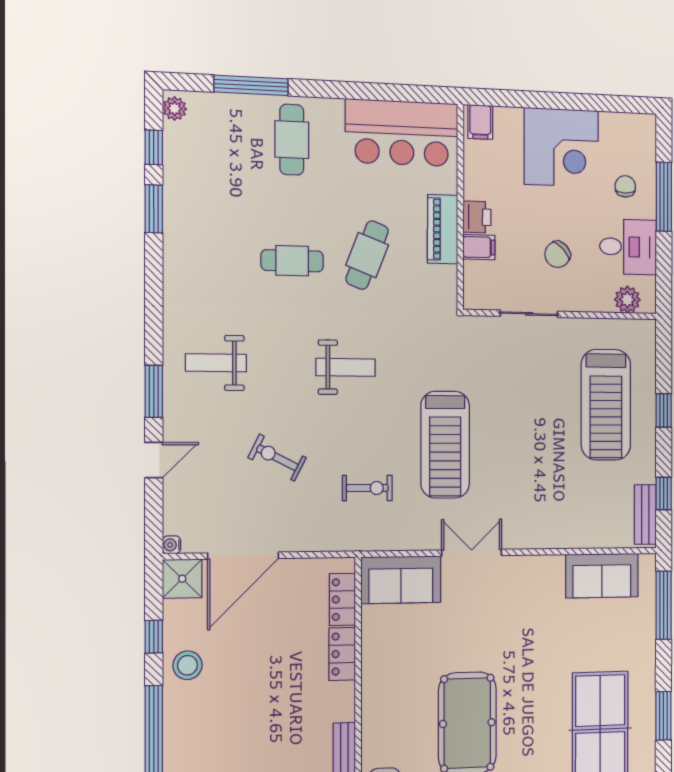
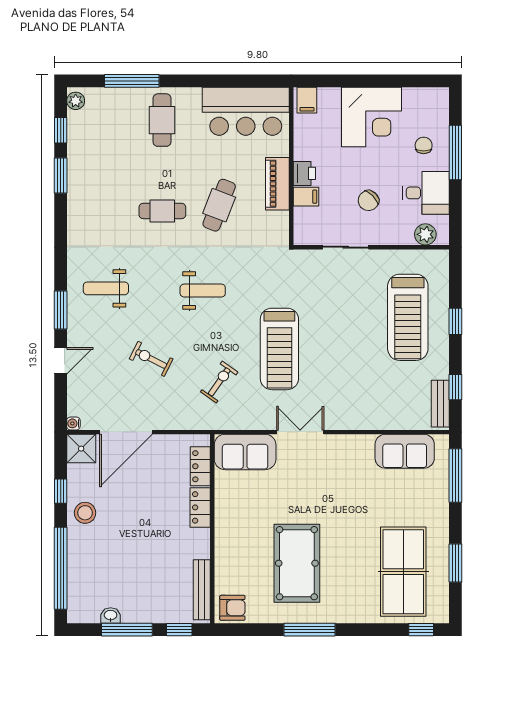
exercise bike: (367, 488) -> (219, 382), turned -55

